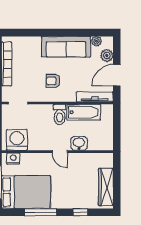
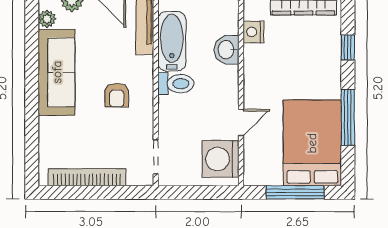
door: (60, 152) -> (241, 122), moved
nightstand: (13, 159) -> (253, 32), moved

